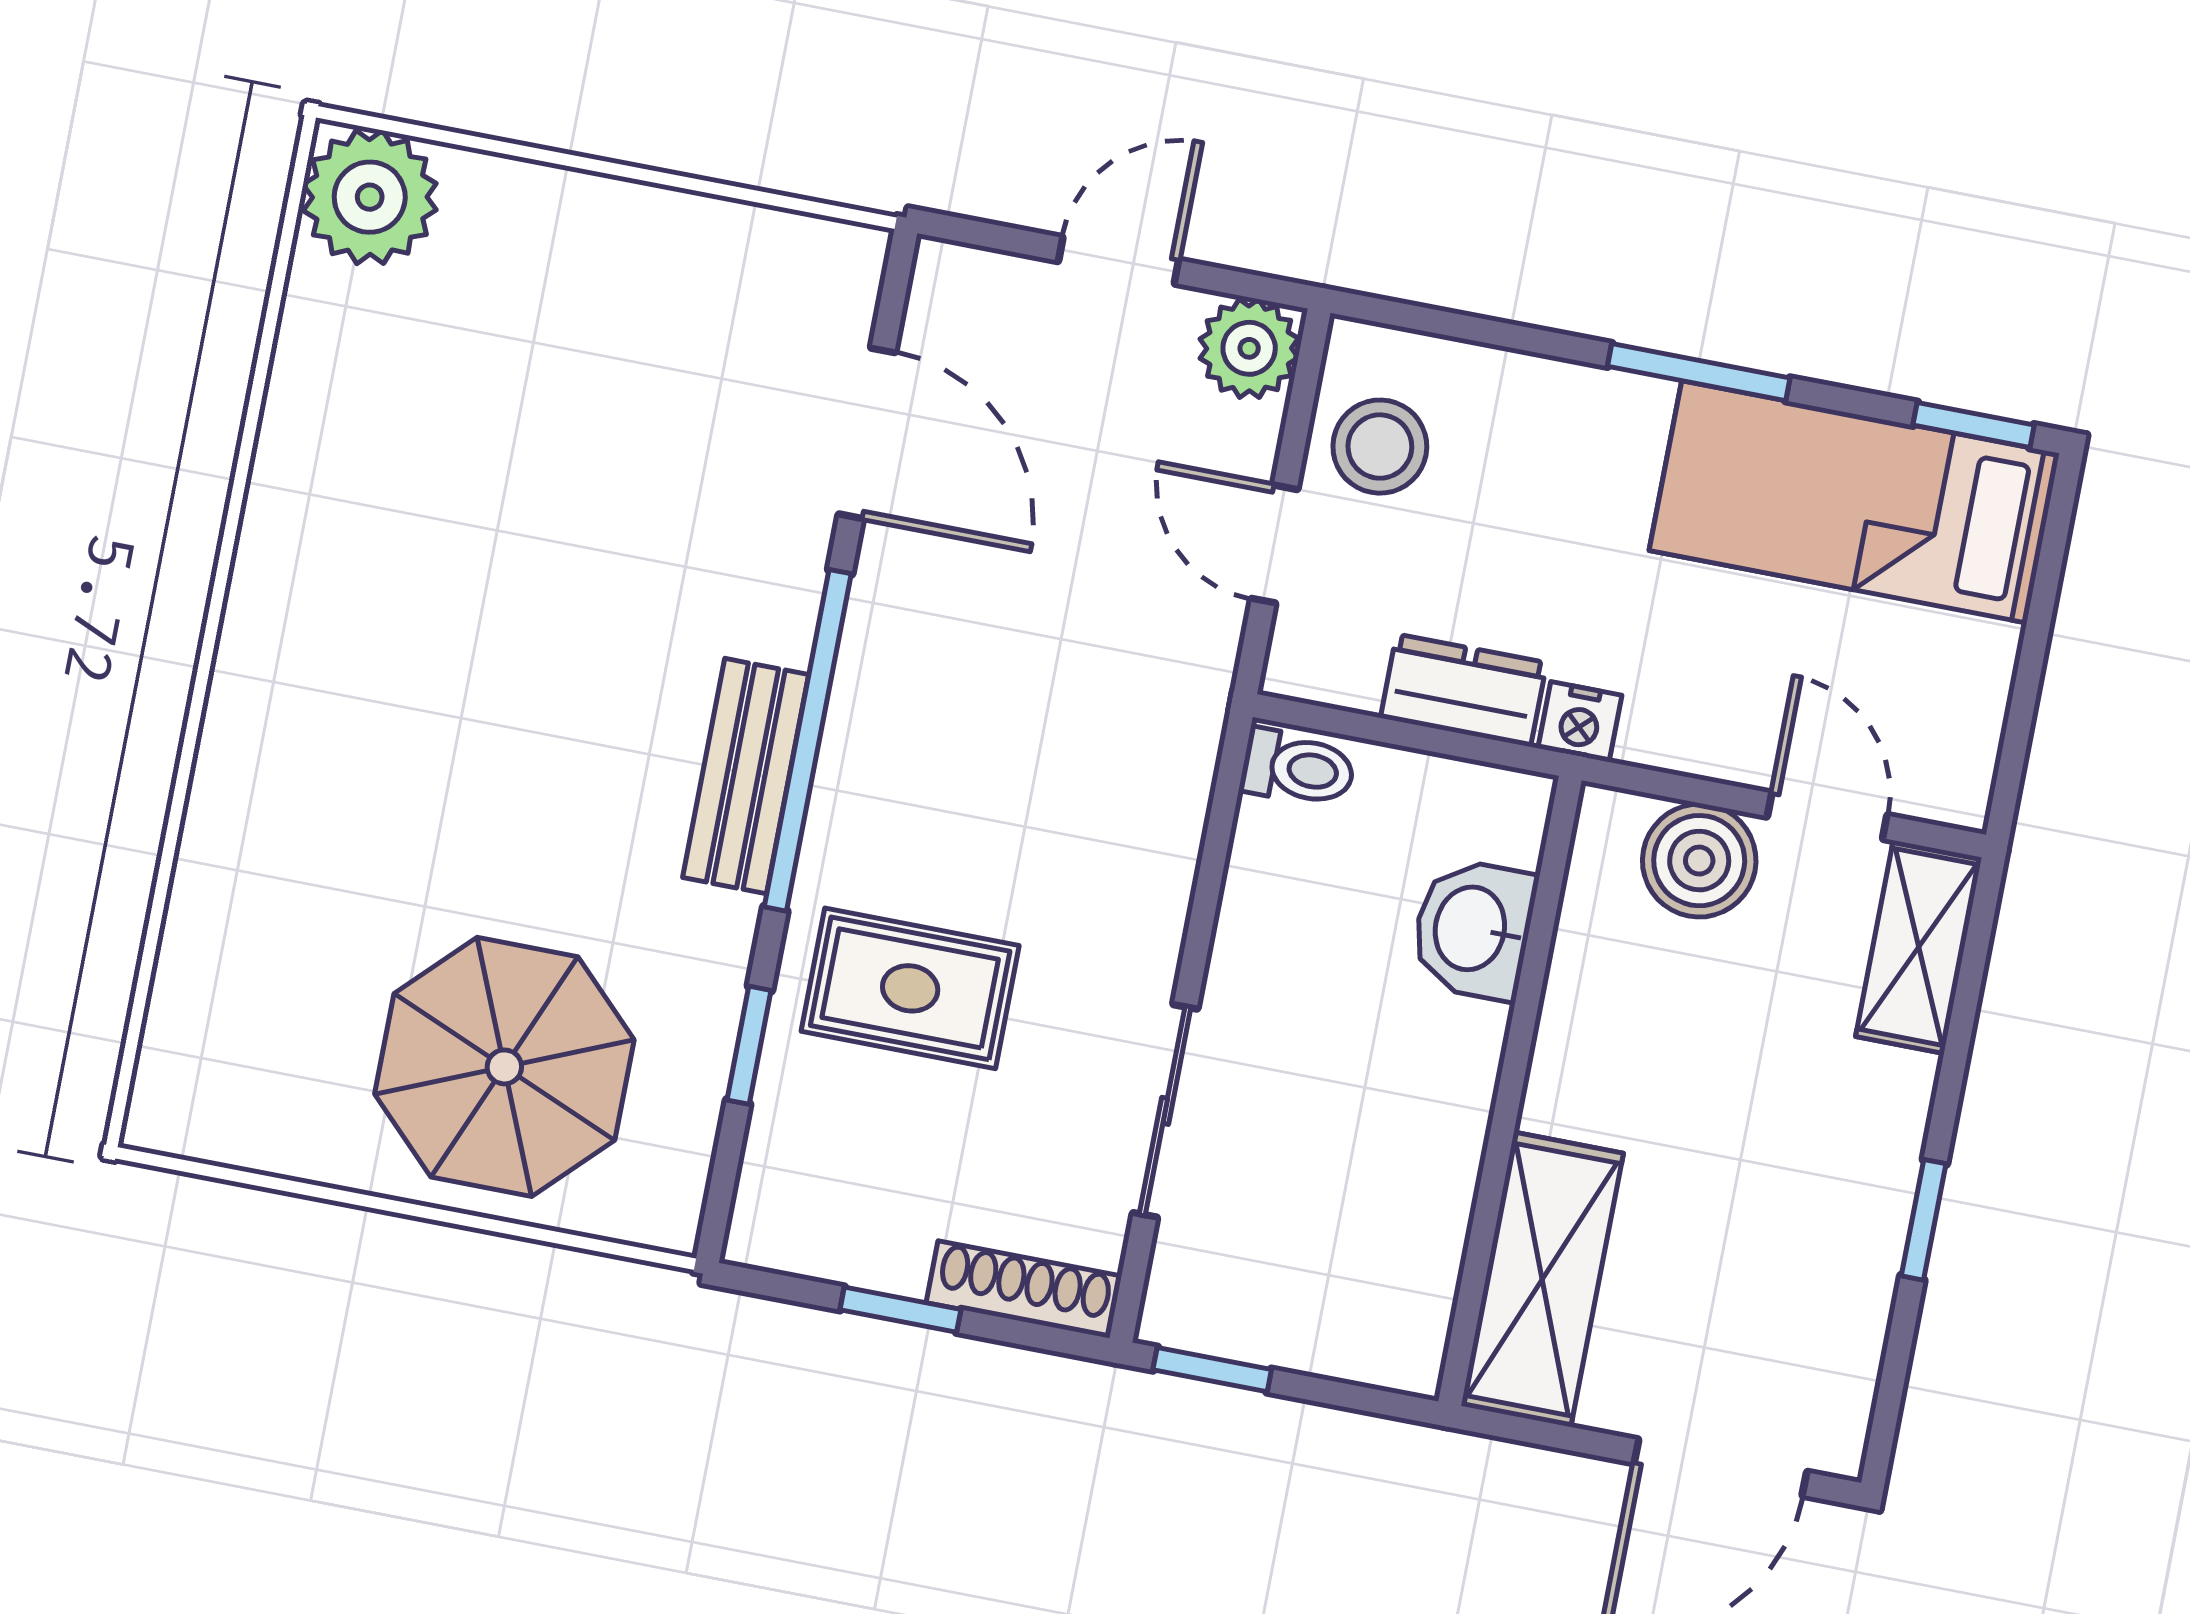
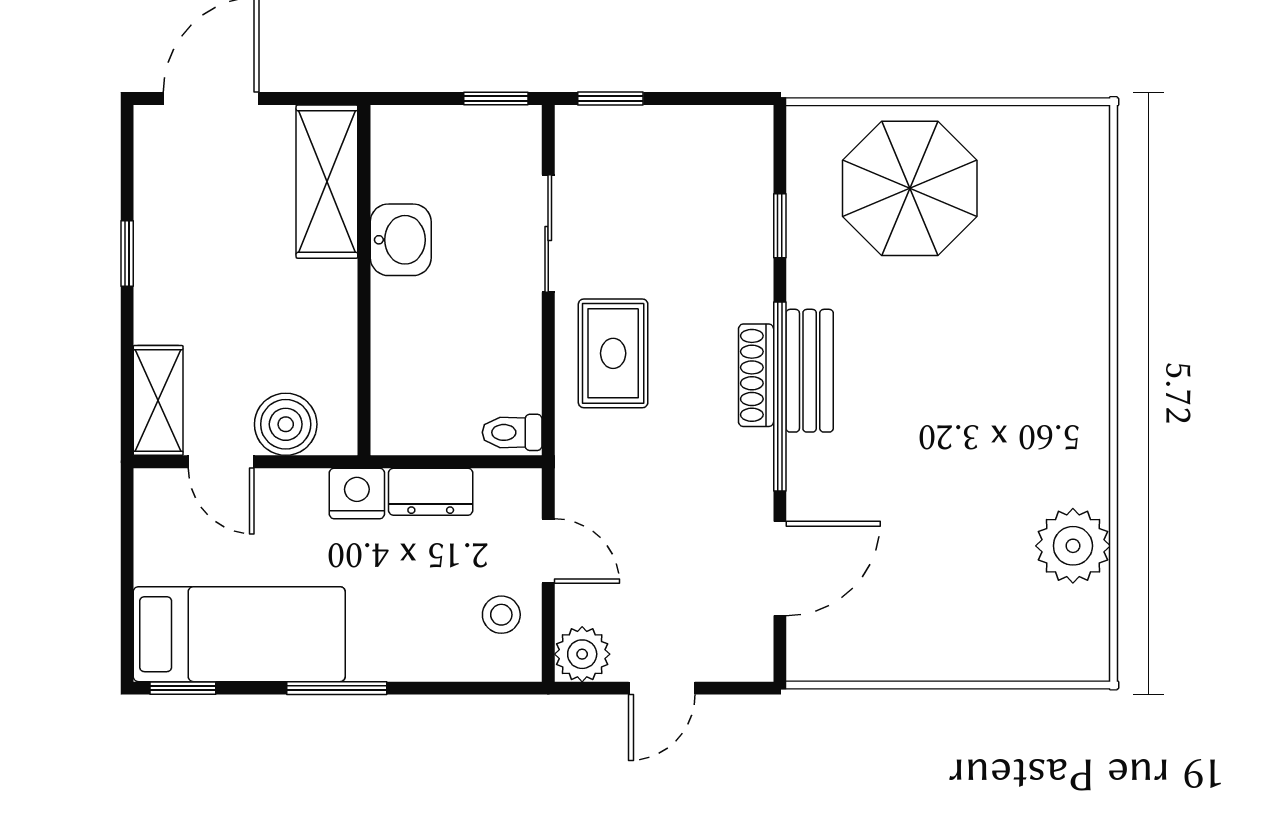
plant: (370, 197) -> (1073, 546), moved
door: (867, 433) -> (780, 568), swing flipped
stool: (1380, 447) -> (501, 615), width x0.73, depth x0.73
nightstand: (1580, 722) -> (357, 493), width x1.39, depth x1.35
washbasin: (1473, 929) -> (401, 240), moved
rug: (910, 988) -> (613, 353), moved, turned 90
shoe rack: (1024, 1289) -> (756, 375), moved, turned 90
window: (900, 1310) -> (610, 99), moved

